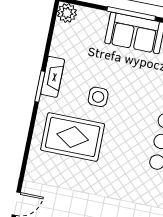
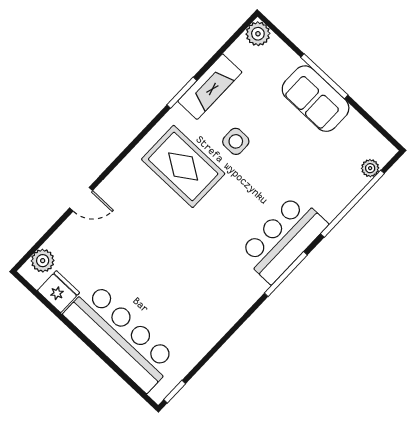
fireplace: (53, 77) -> (210, 87), width x1.37, depth x1.32

